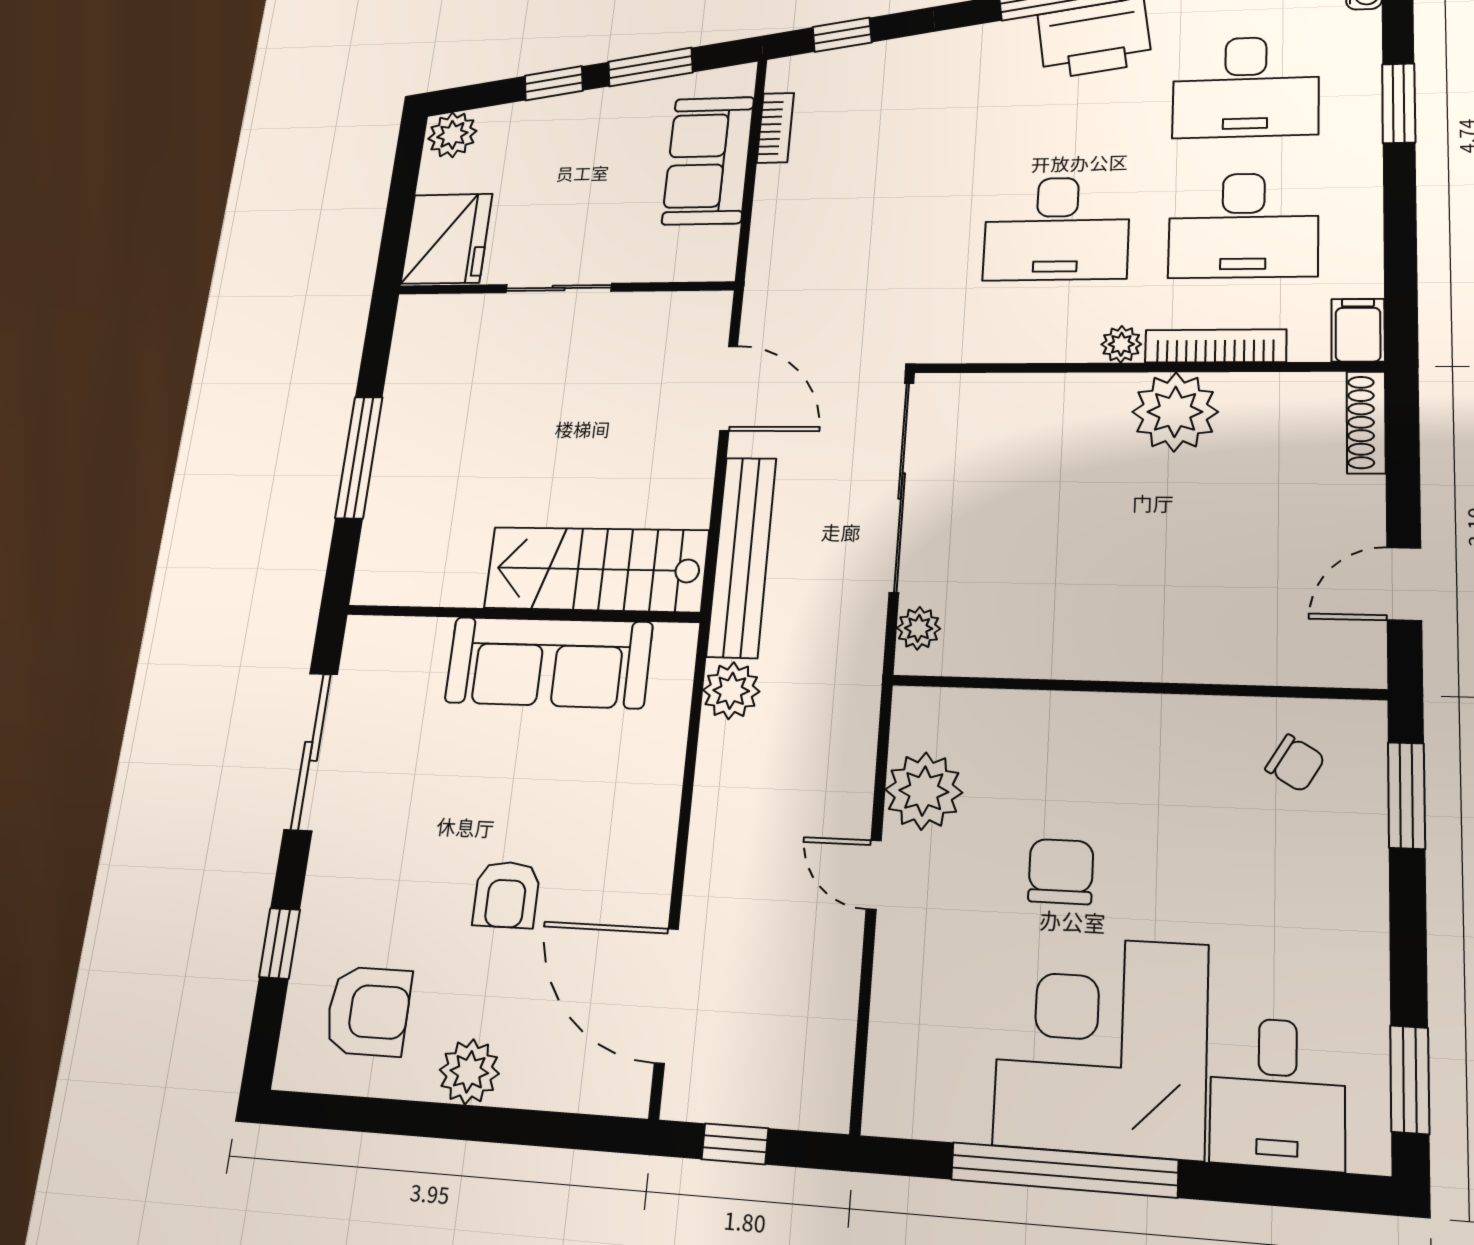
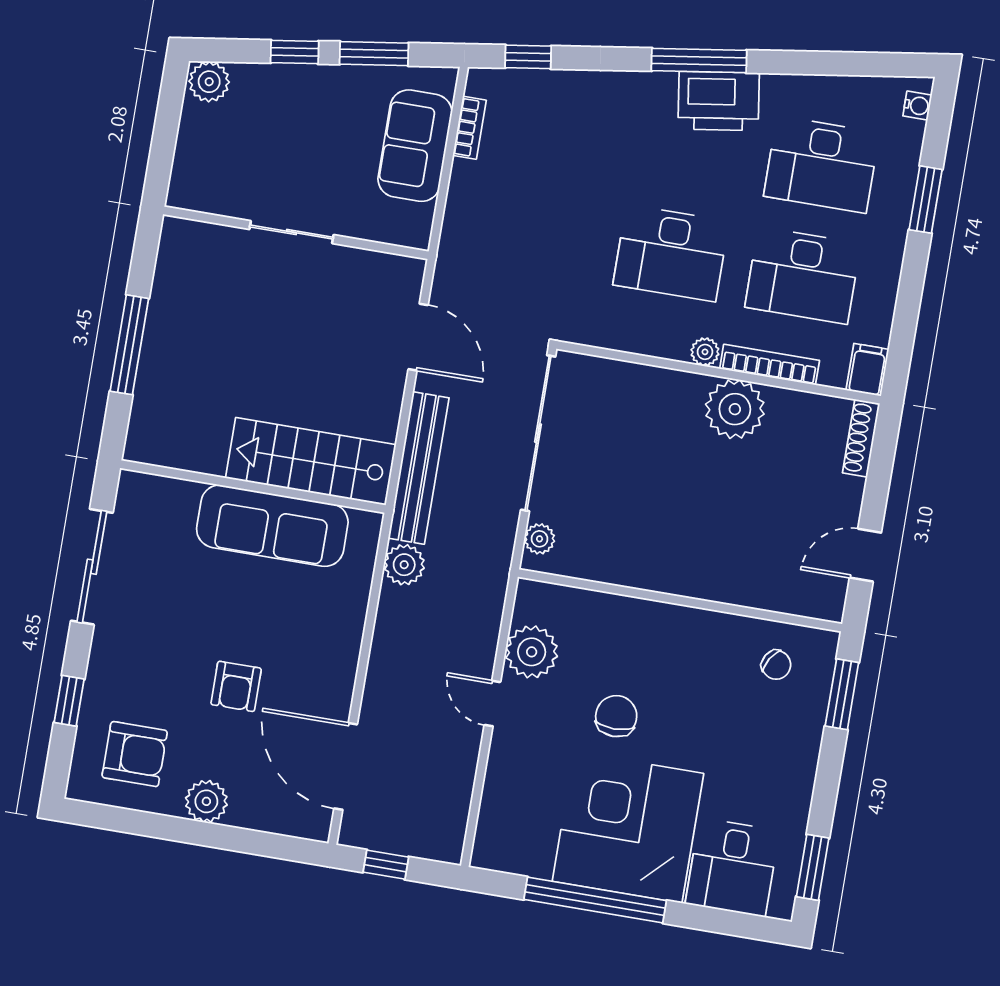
fridge: (447, 239) -> (203, 173), removed

